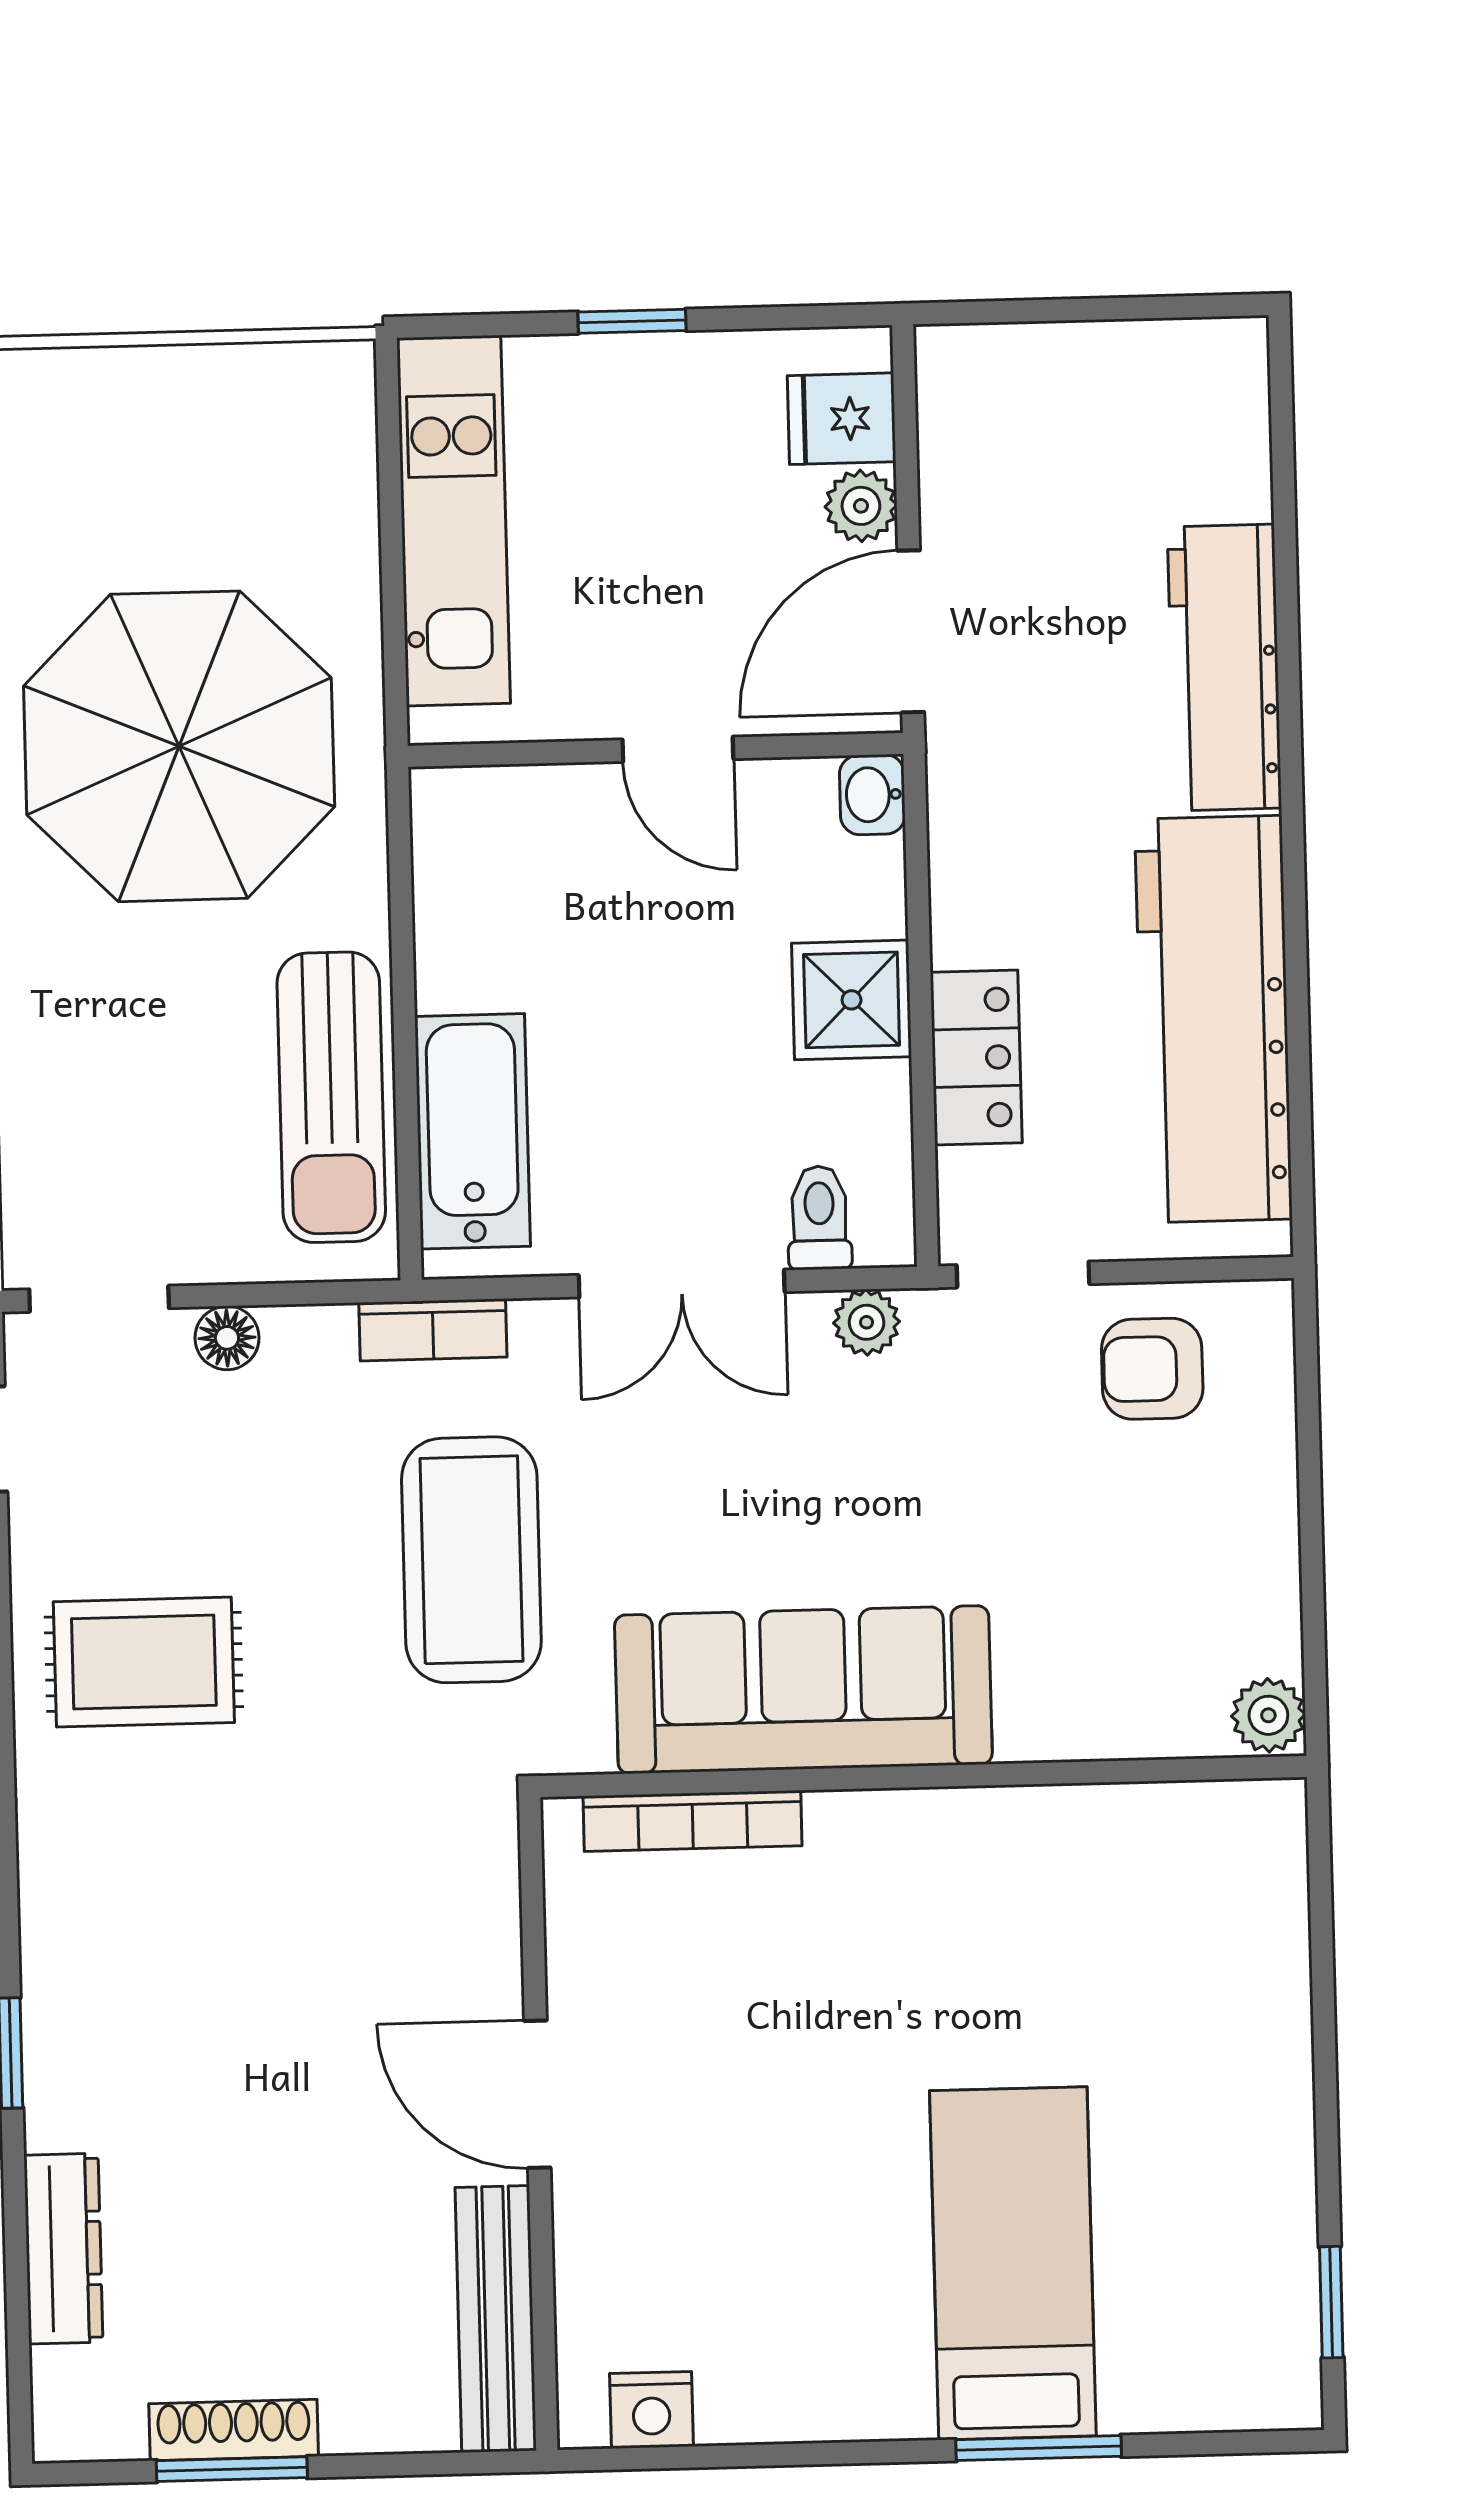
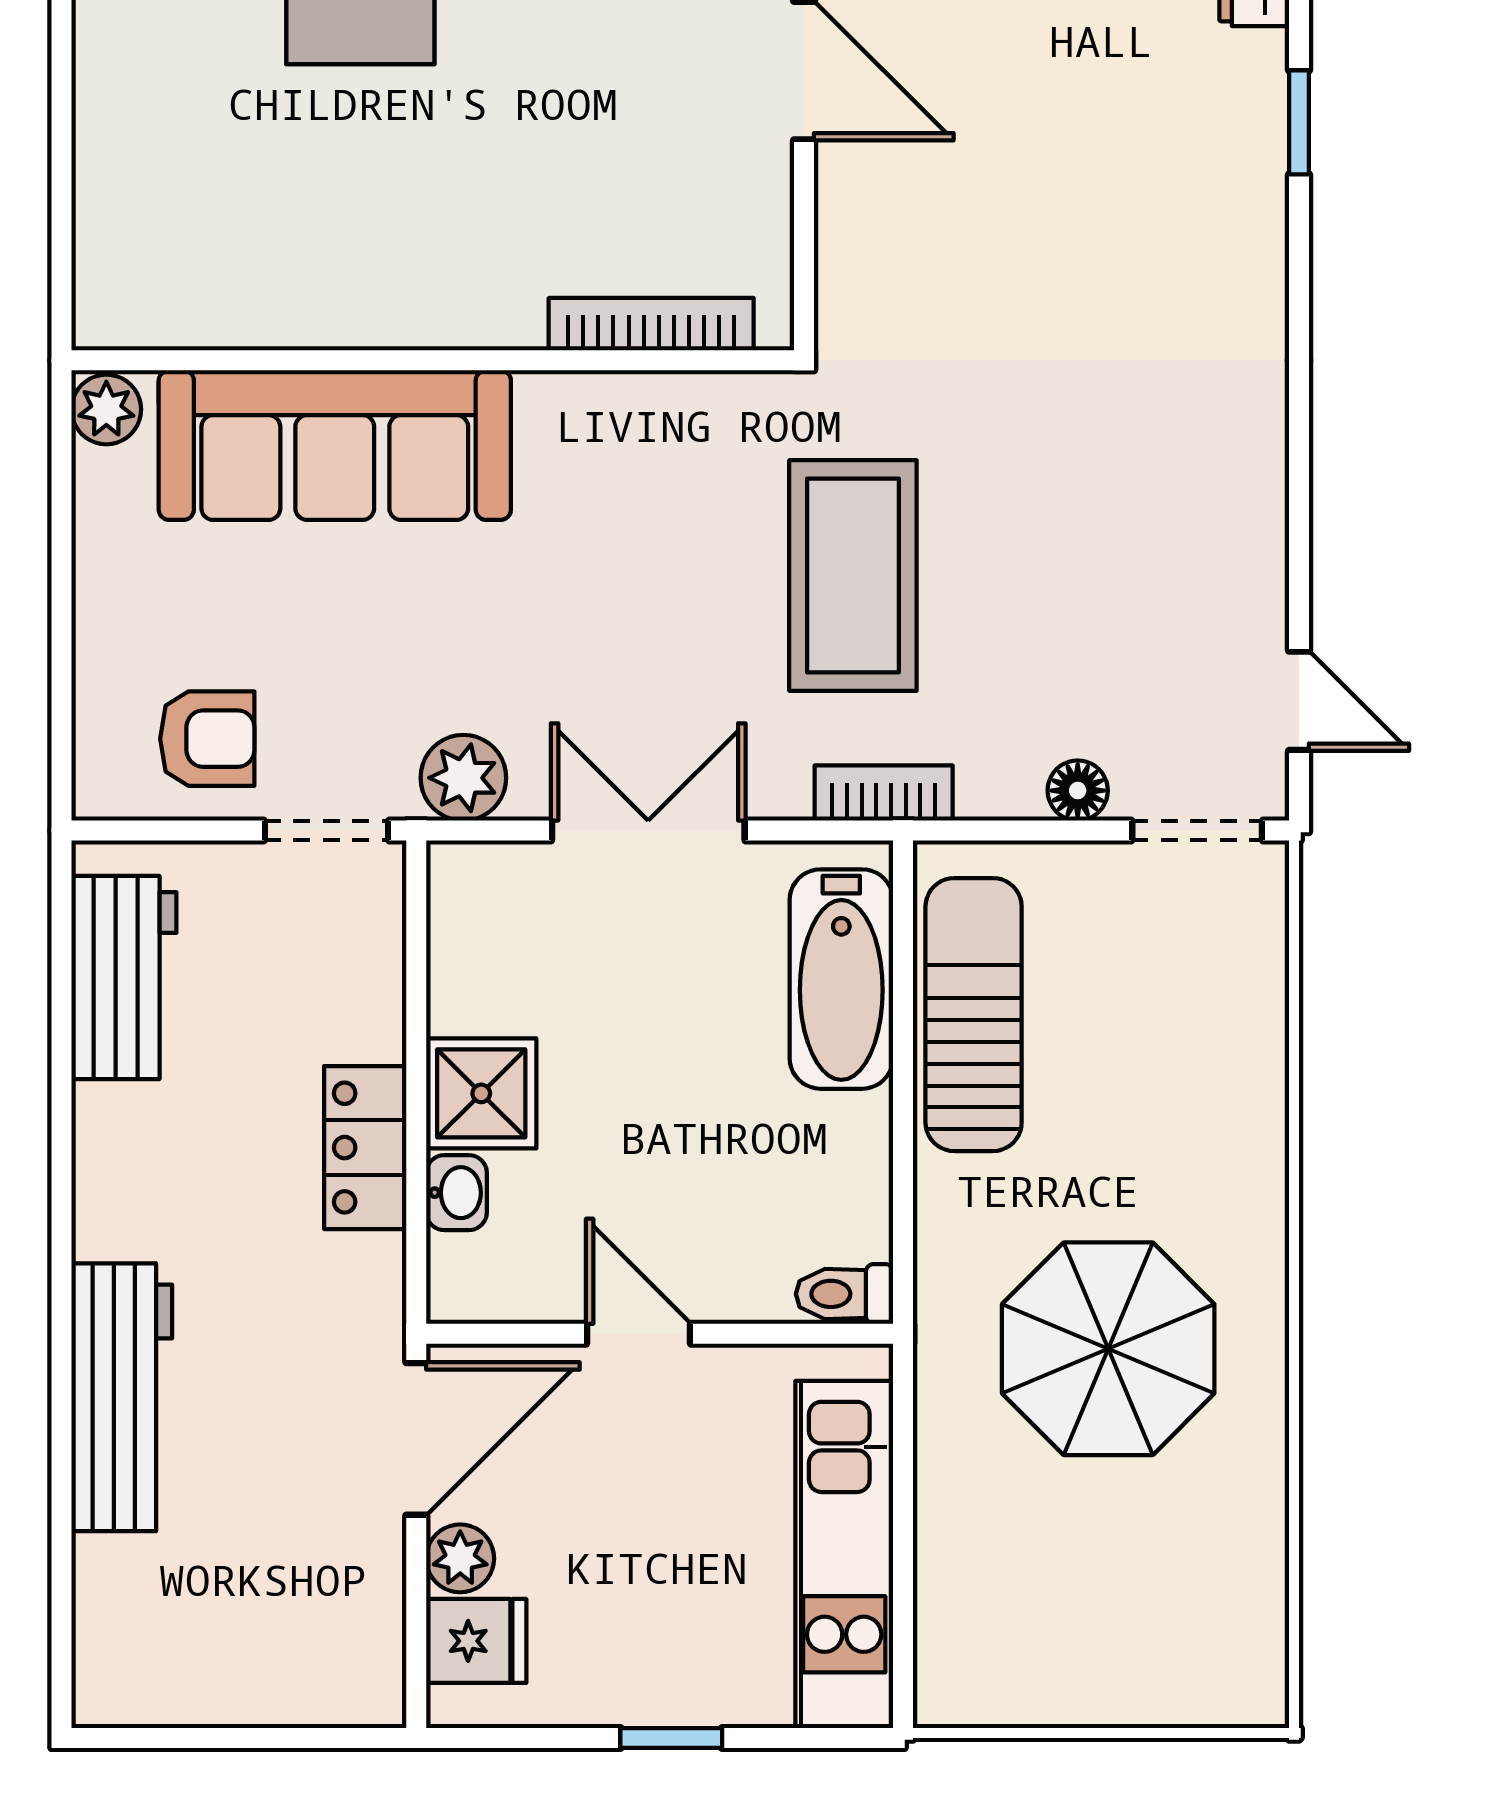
parasol: (179, 746) -> (1108, 1349), width x0.73, depth x0.73
washbasin: (872, 795) -> (457, 1193), moved
workbench: (1213, 1019) -> (124, 977), width x0.53, depth x0.76
locker: (976, 1058) -> (365, 1148), moved
toilet: (819, 1218) -> (844, 1294), moved, turned 90
plant: (867, 1322) -> (463, 778), width x1.38, depth x1.38
rug: (144, 1662) -> (1164, 487), removed
sofa: (803, 1690) -> (335, 445), moved

